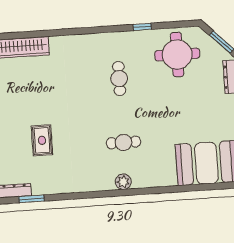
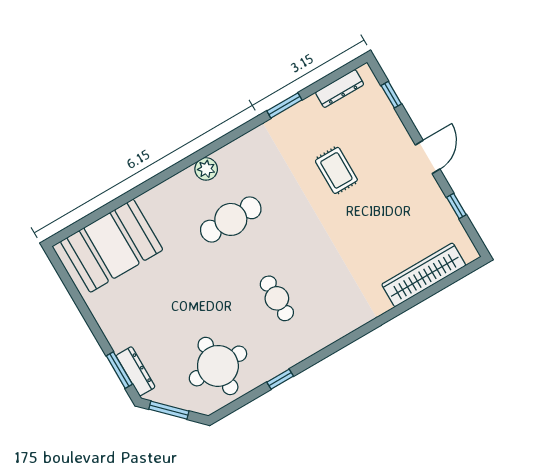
cafe table: (123, 142) -> (231, 219), width x1.37, depth x1.35
window: (31, 199) -> (284, 105), moved

